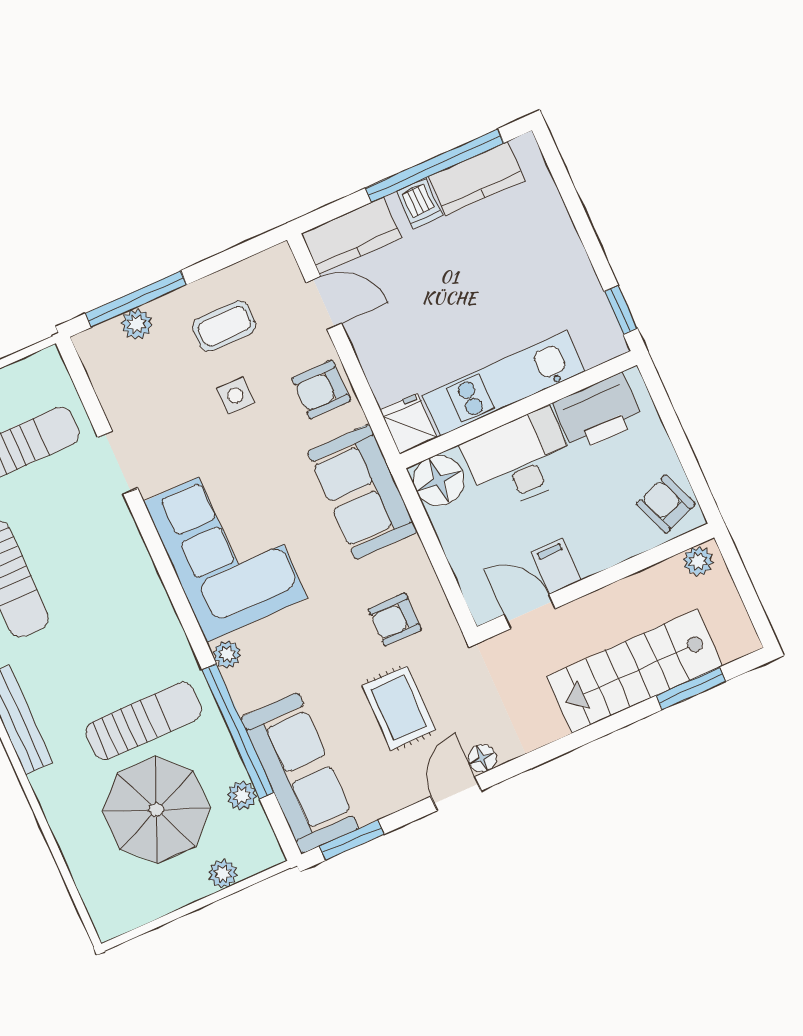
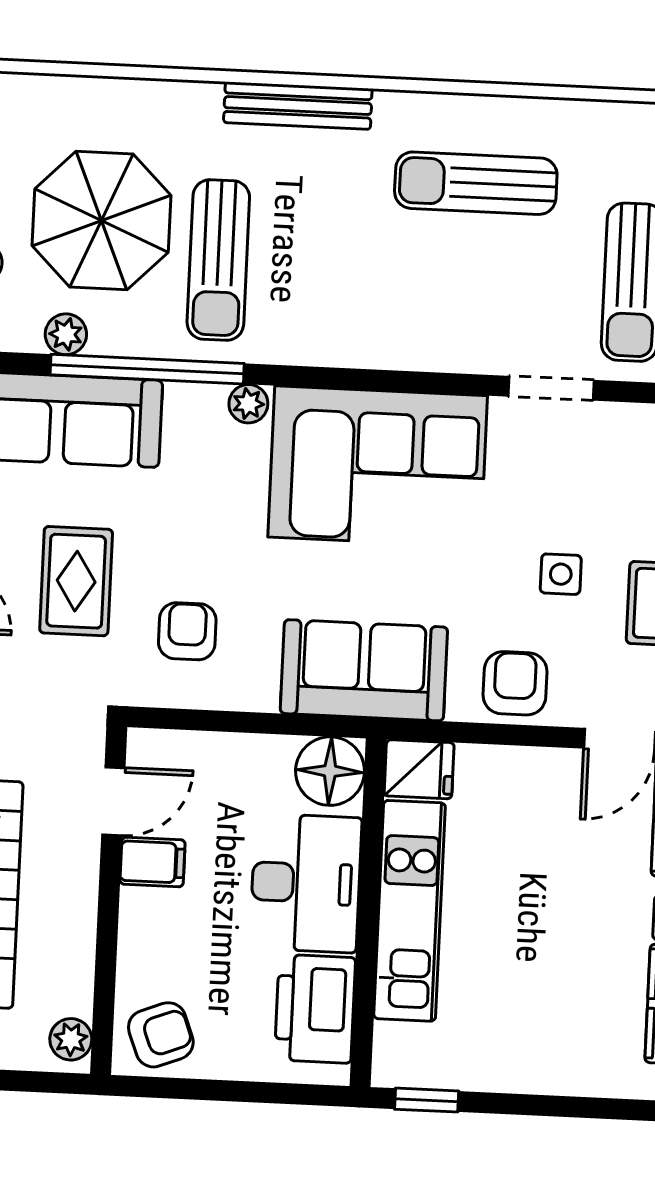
rug: (399, 708) -> (76, 581), turned 90

